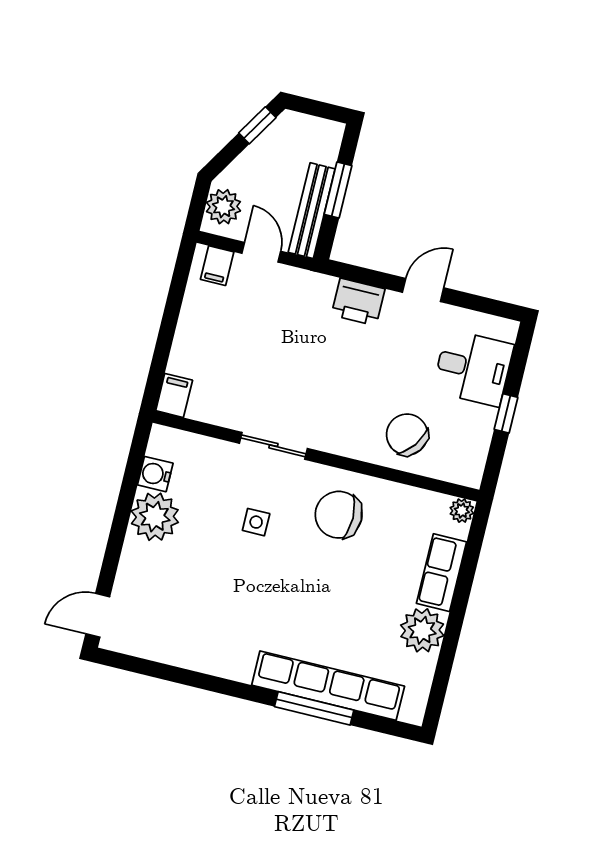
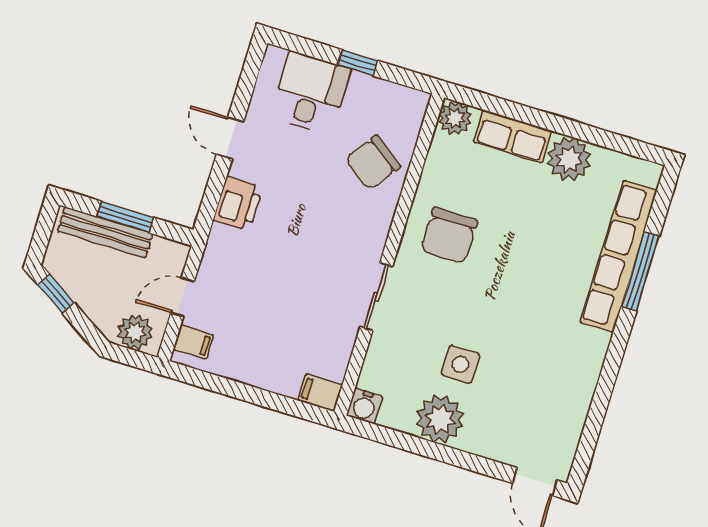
bench: (312, 211) -> (105, 232), moved
water cooler: (155, 474) -> (364, 406), moved
plant: (462, 511) -> (455, 118), width x1.38, depth x1.38
side table: (256, 522) -> (460, 364), moved, width x1.37, depth x1.37

